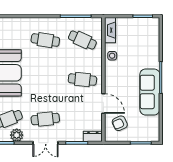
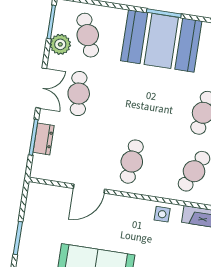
armchair: (120, 123) -> (54, 210), removed
dresser: (93, 136) -> (44, 139), moved
double door: (46, 143) -> (41, 88), swing flipped

